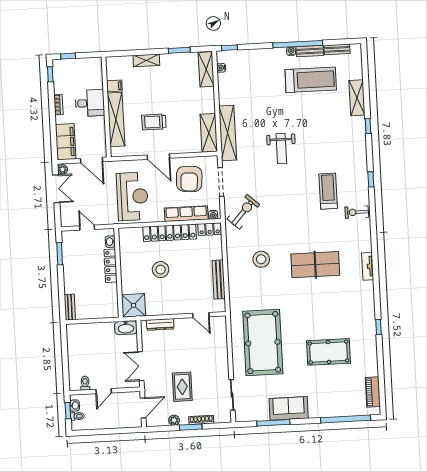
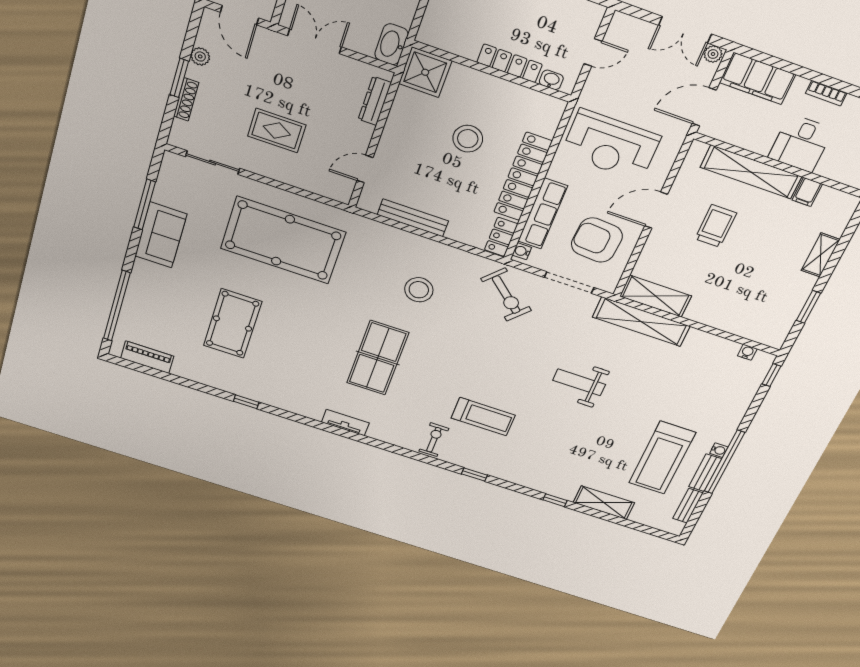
shelving: (206, 69) -> (757, 331), removed
rug: (182, 387) -> (277, 131), moved

